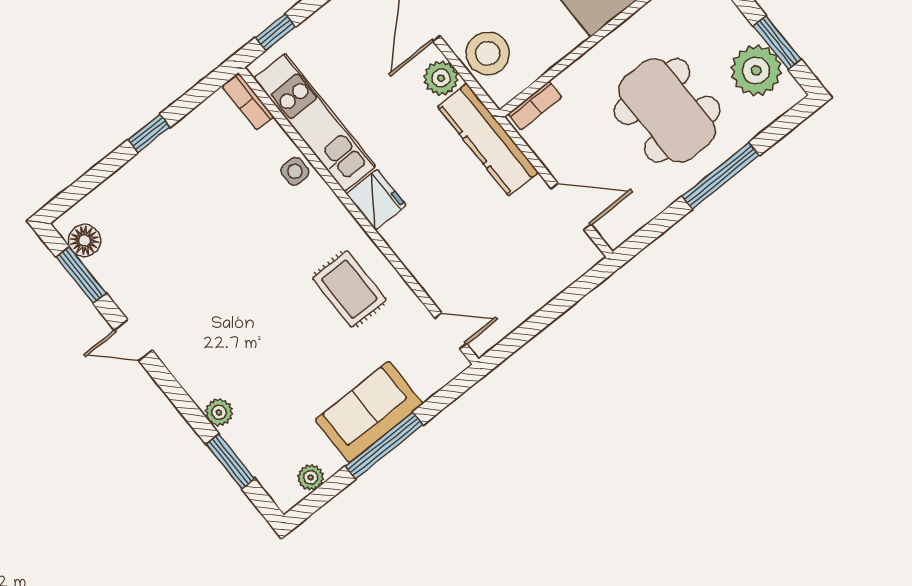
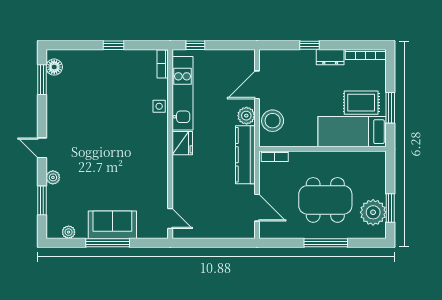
dining table: (667, 110) -> (325, 200), turned 90
rug: (349, 289) -> (143, 170), removed
door: (133, 340) -> (42, 148), moved

